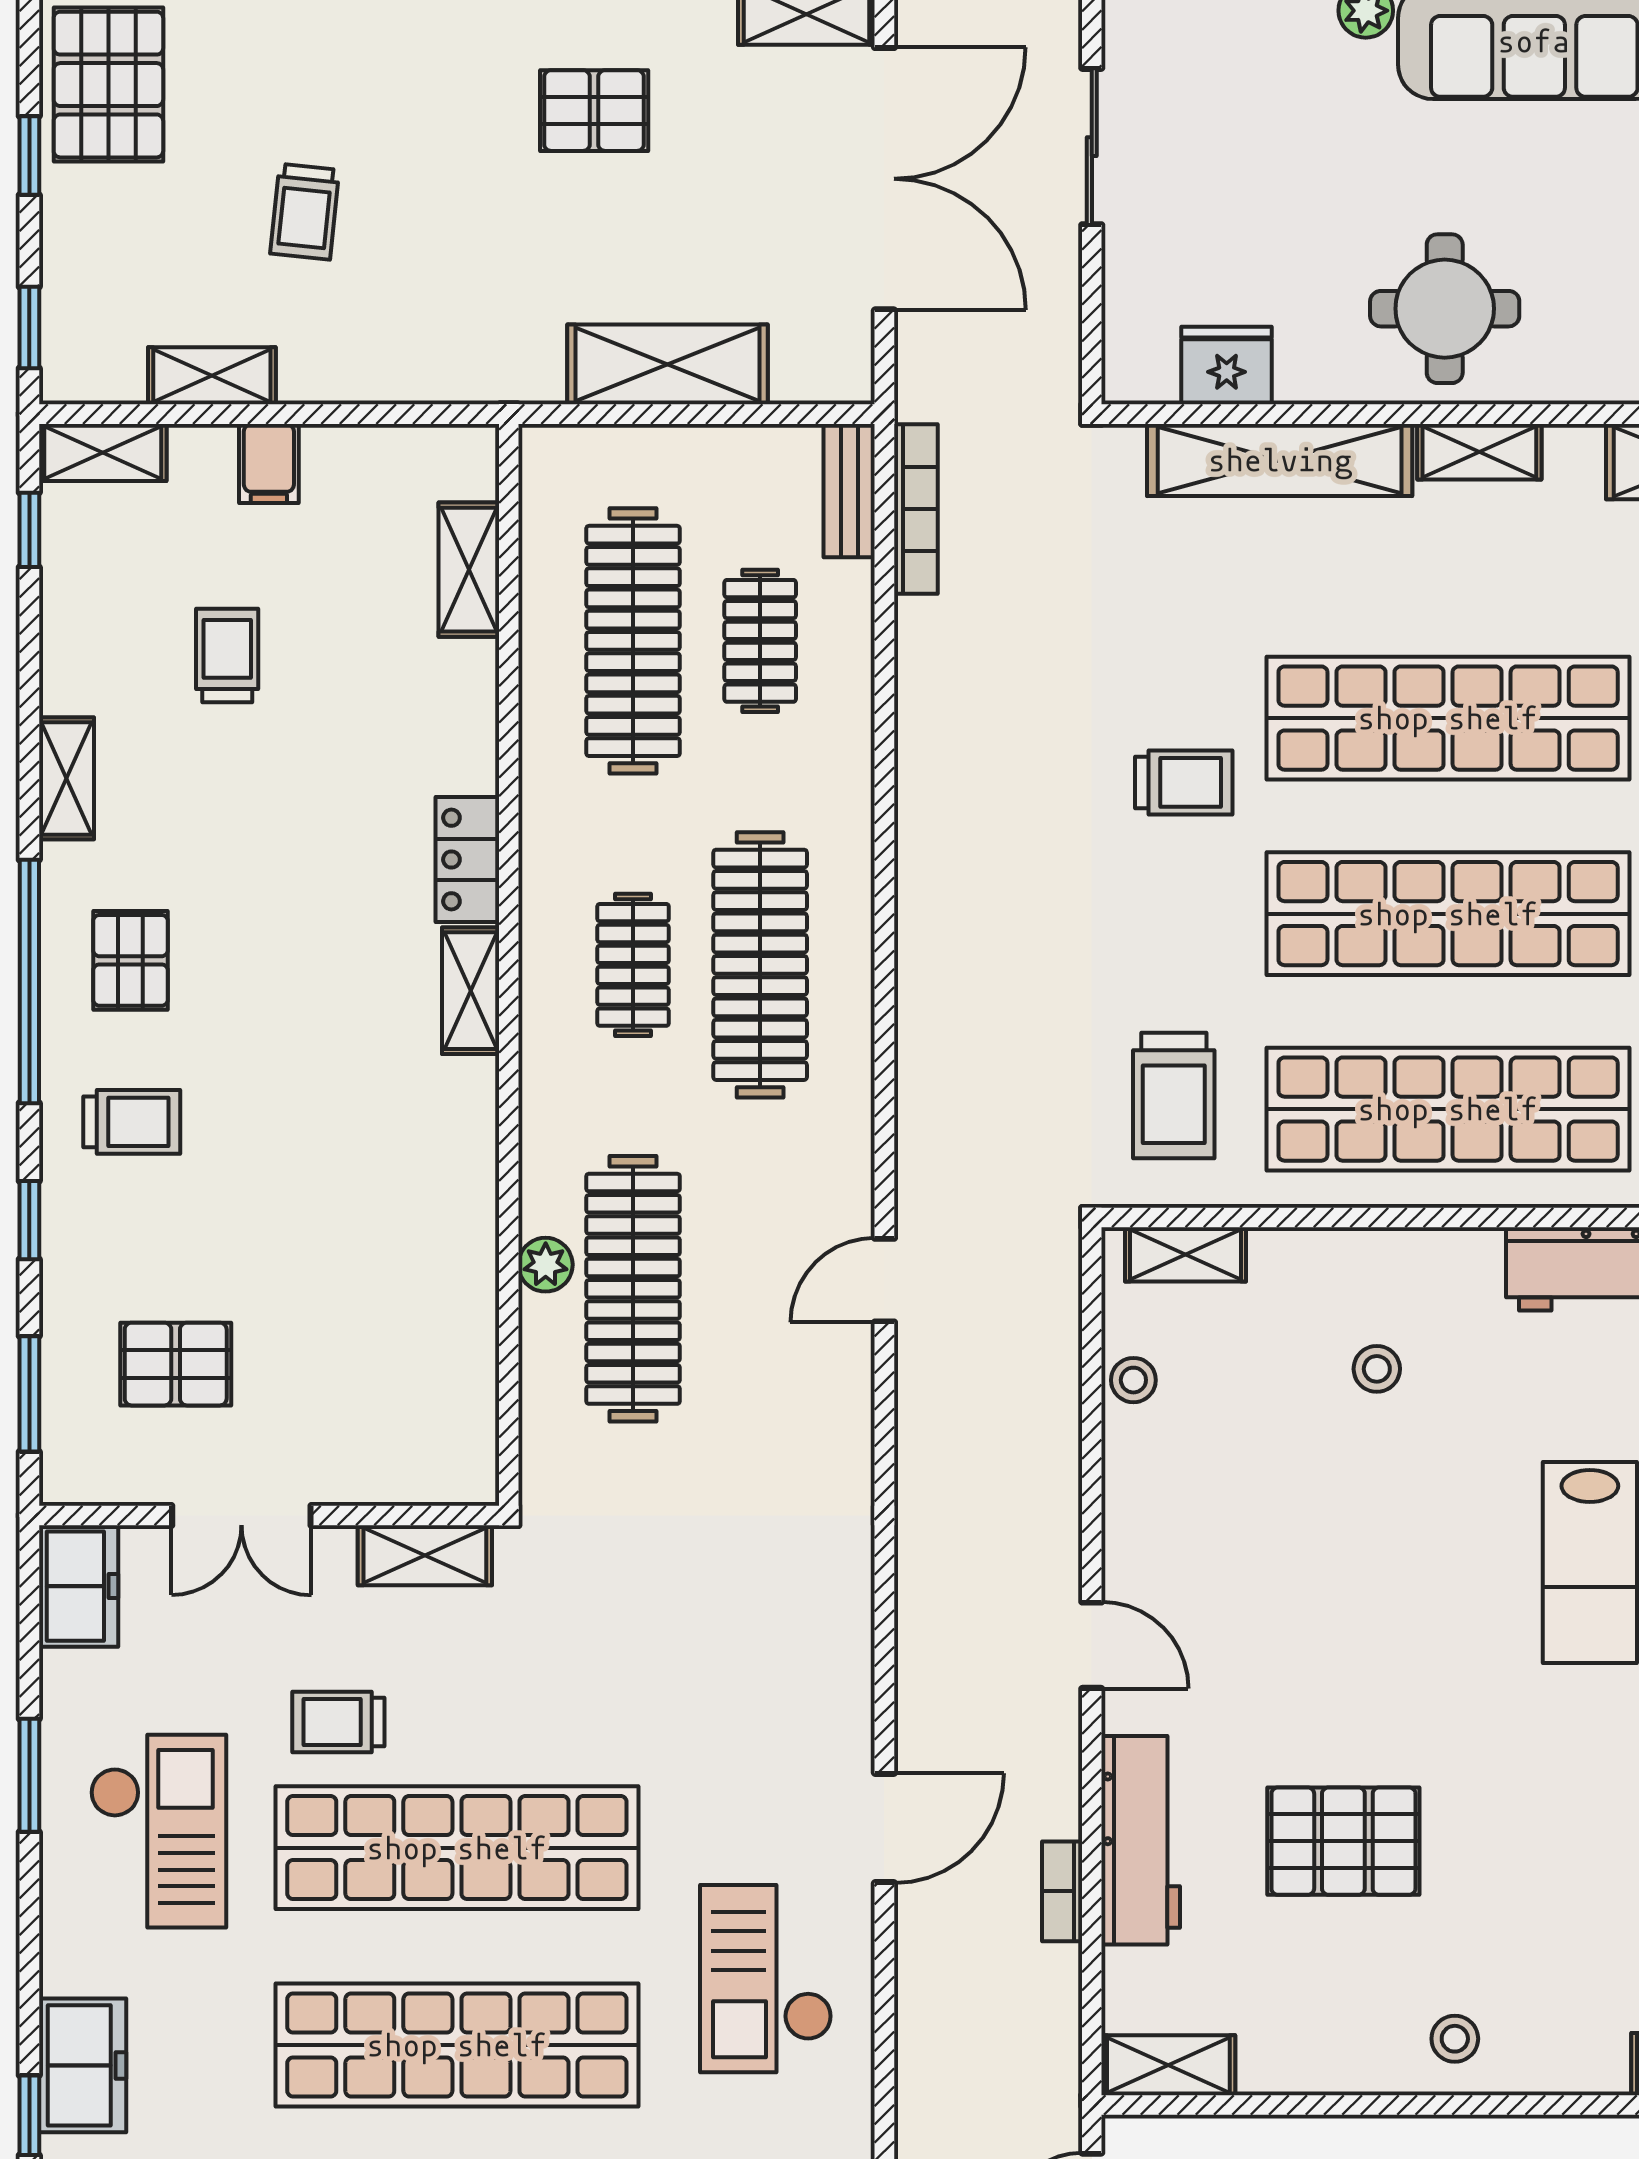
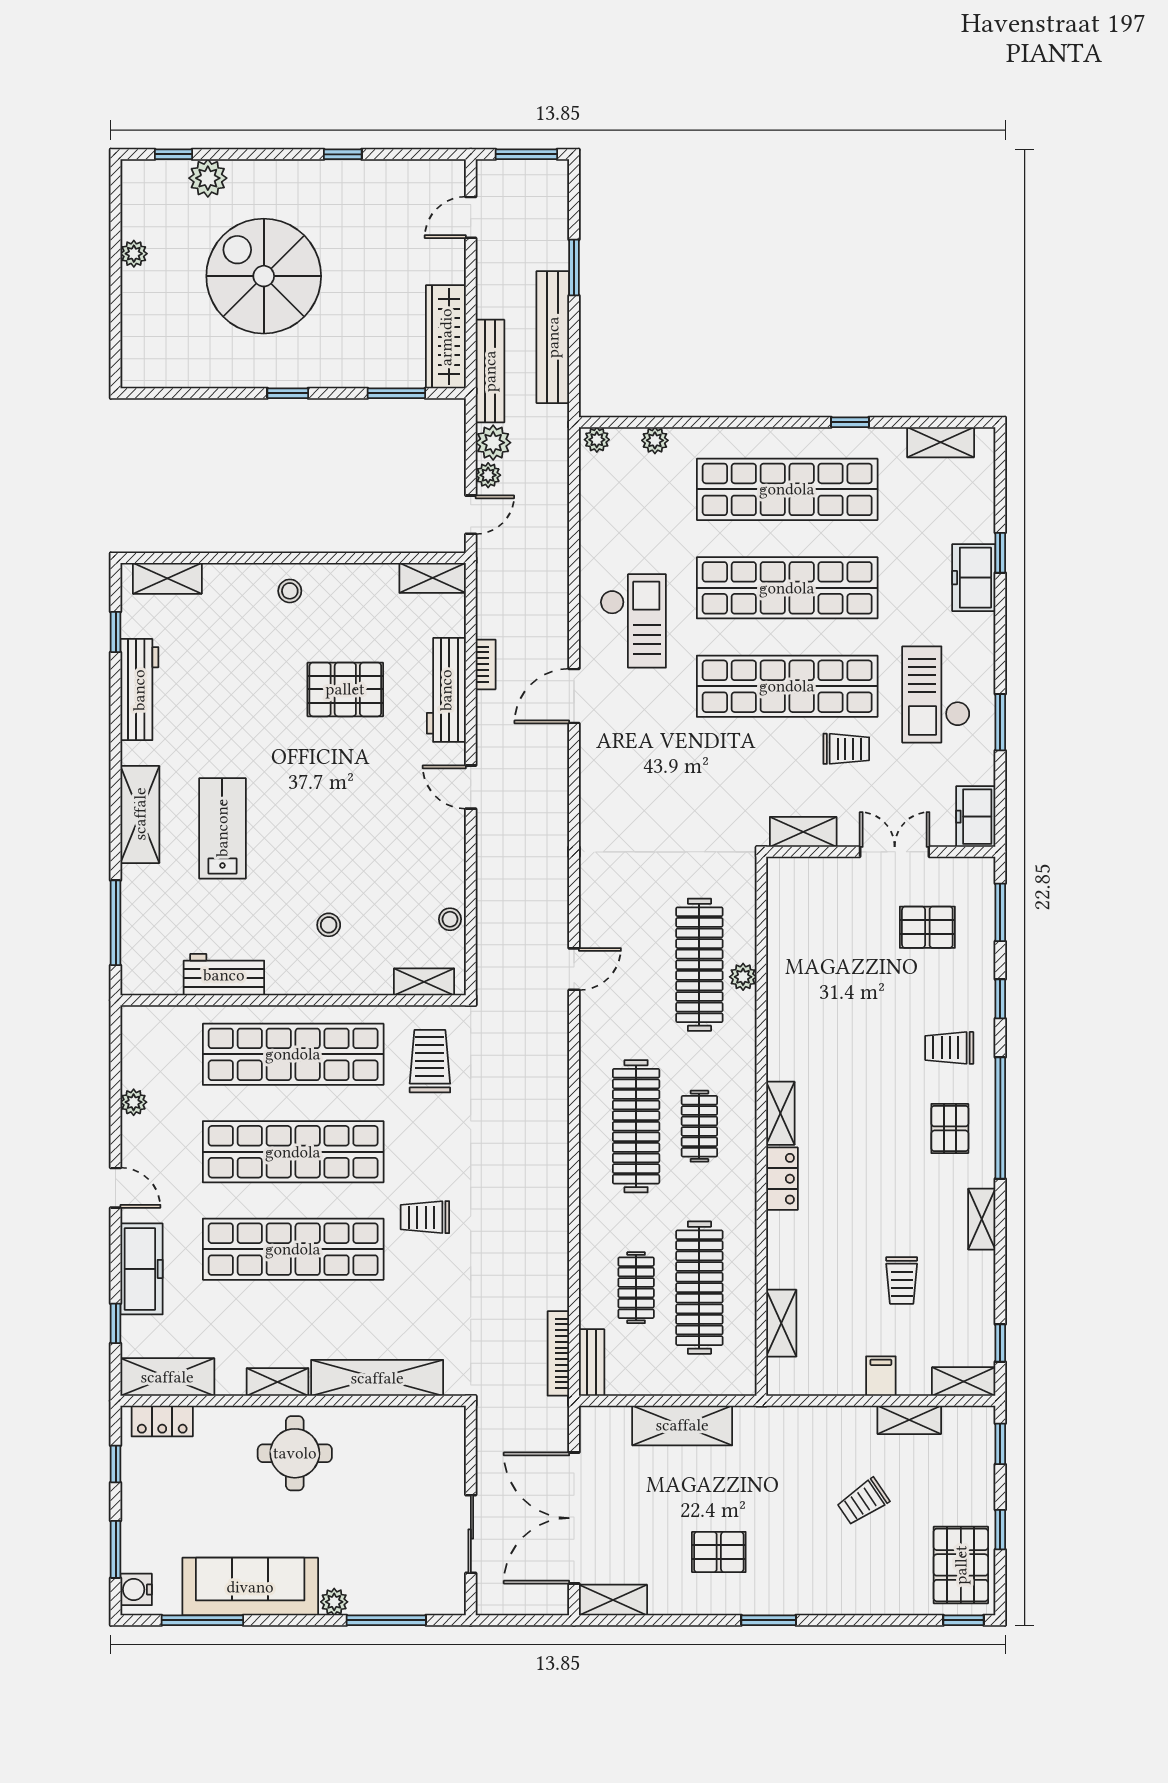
trolley: (305, 212) -> (863, 1502), turned -130
fridge: (1227, 366) -> (404, 1425), removed

